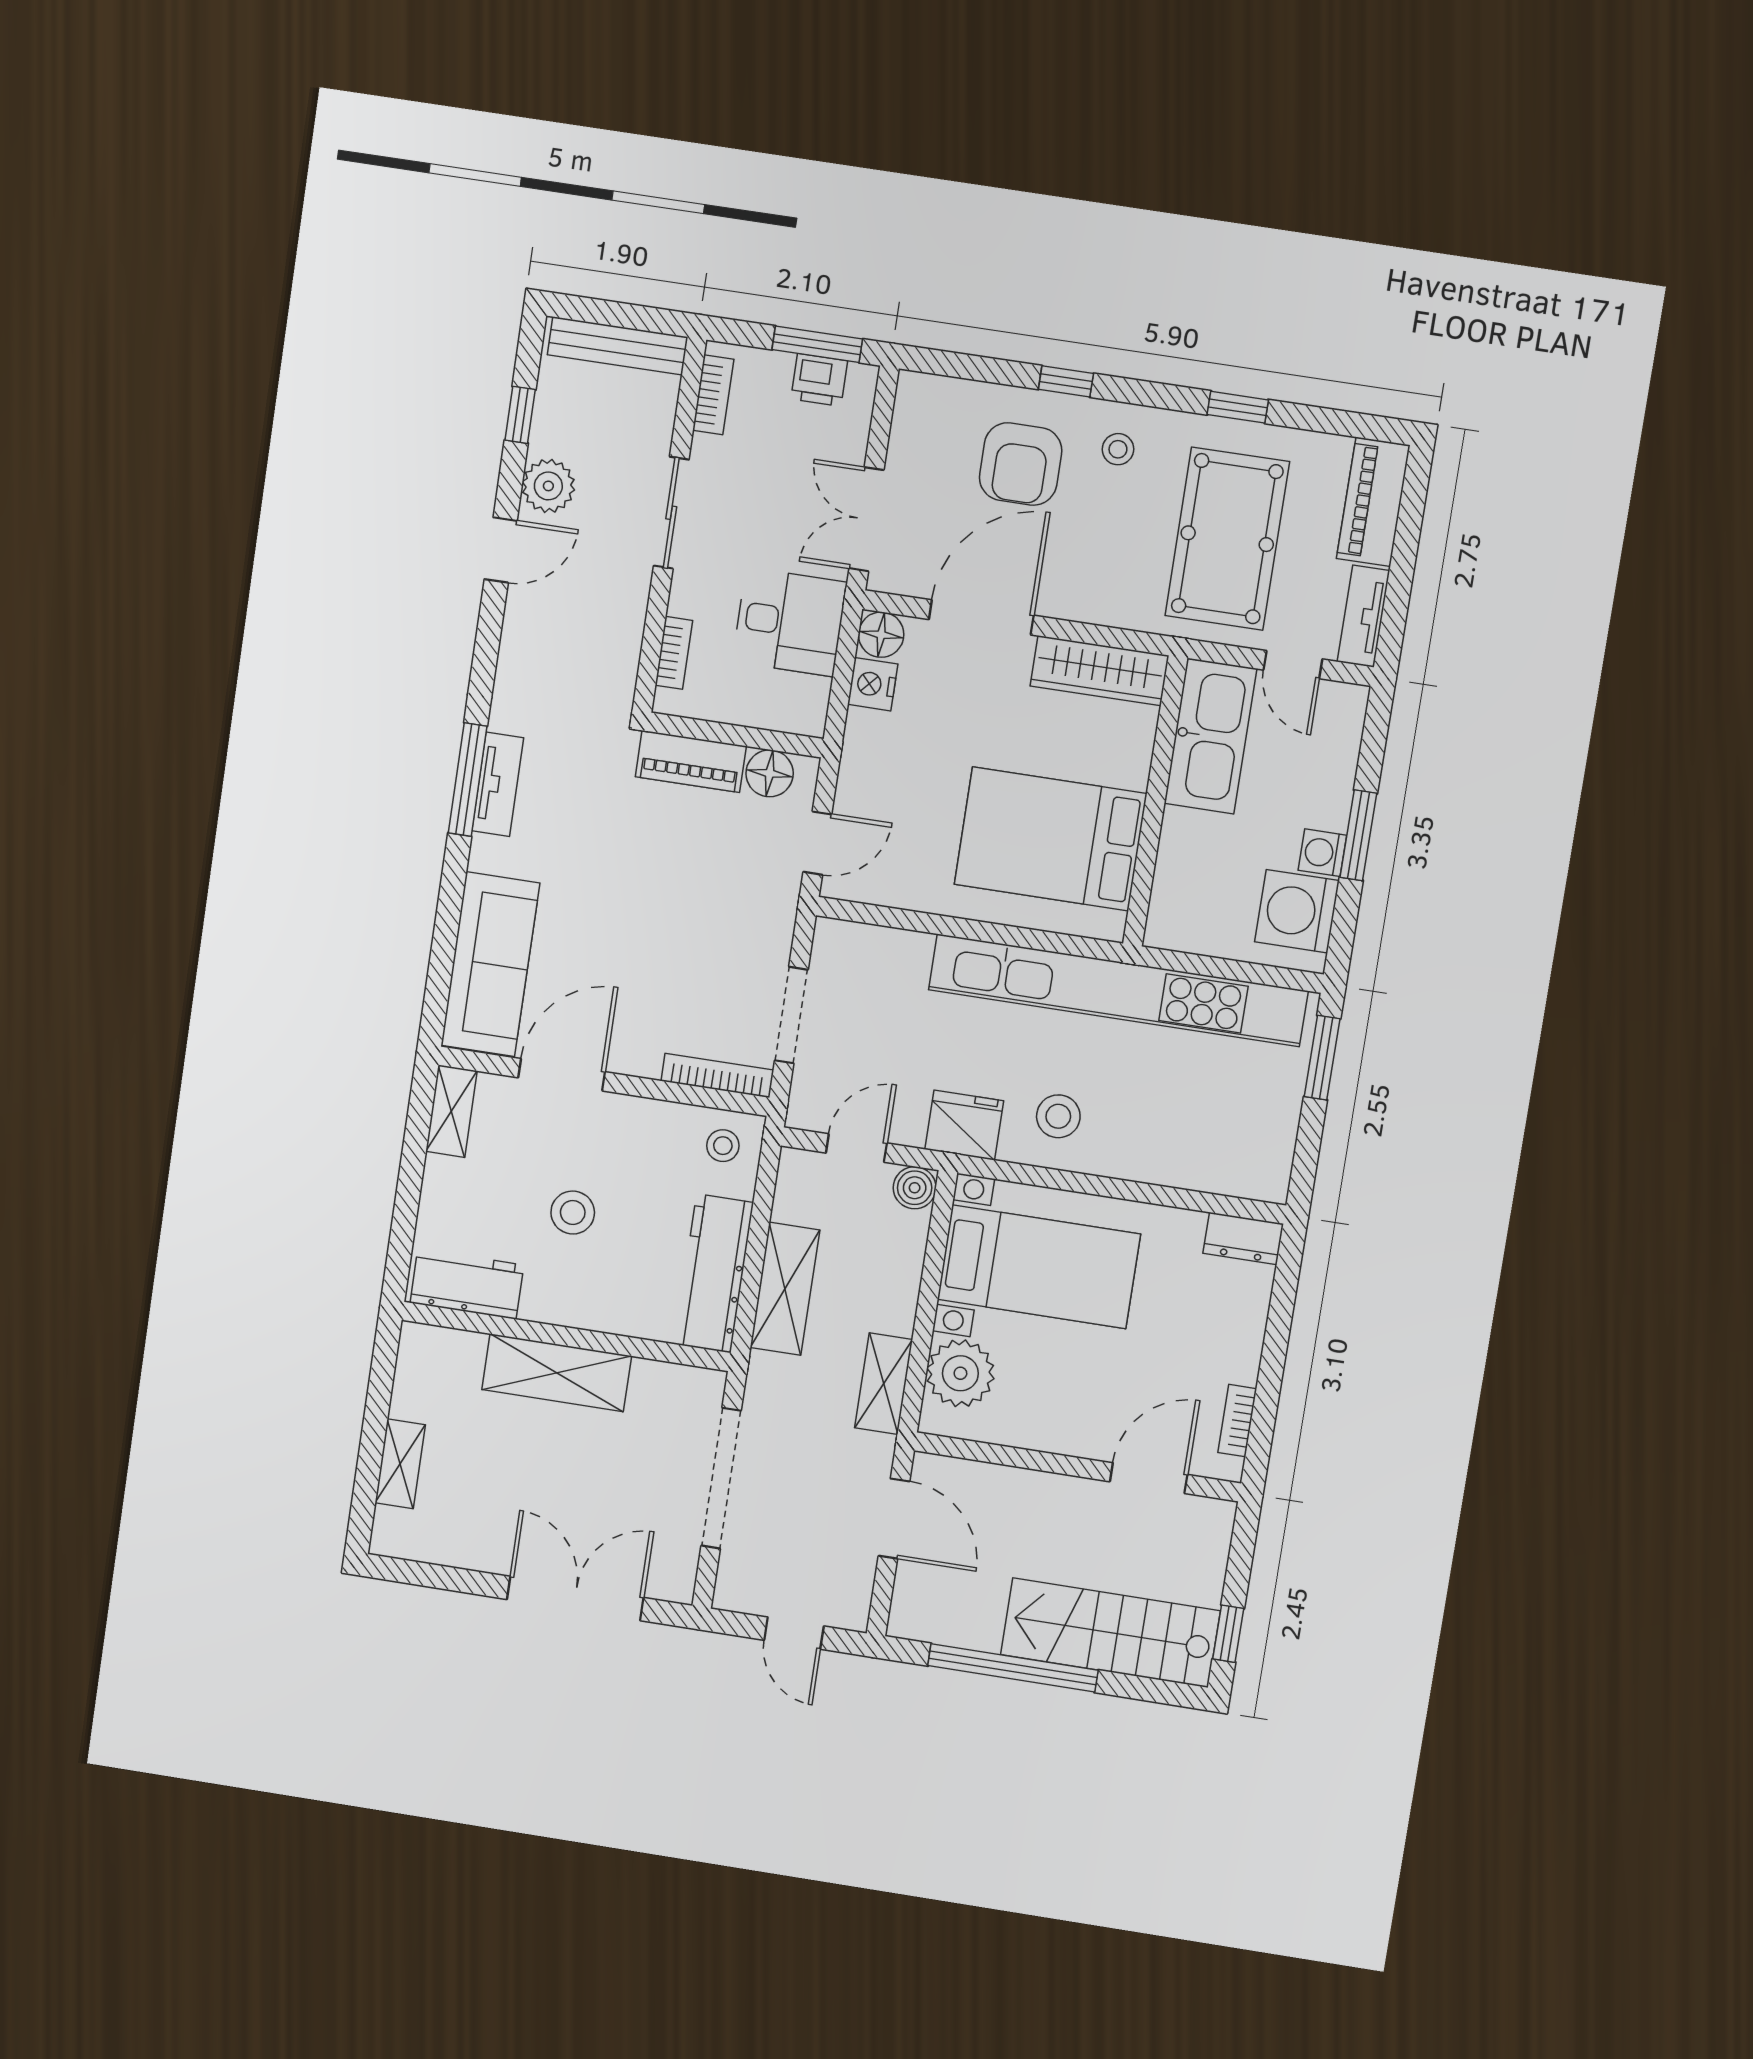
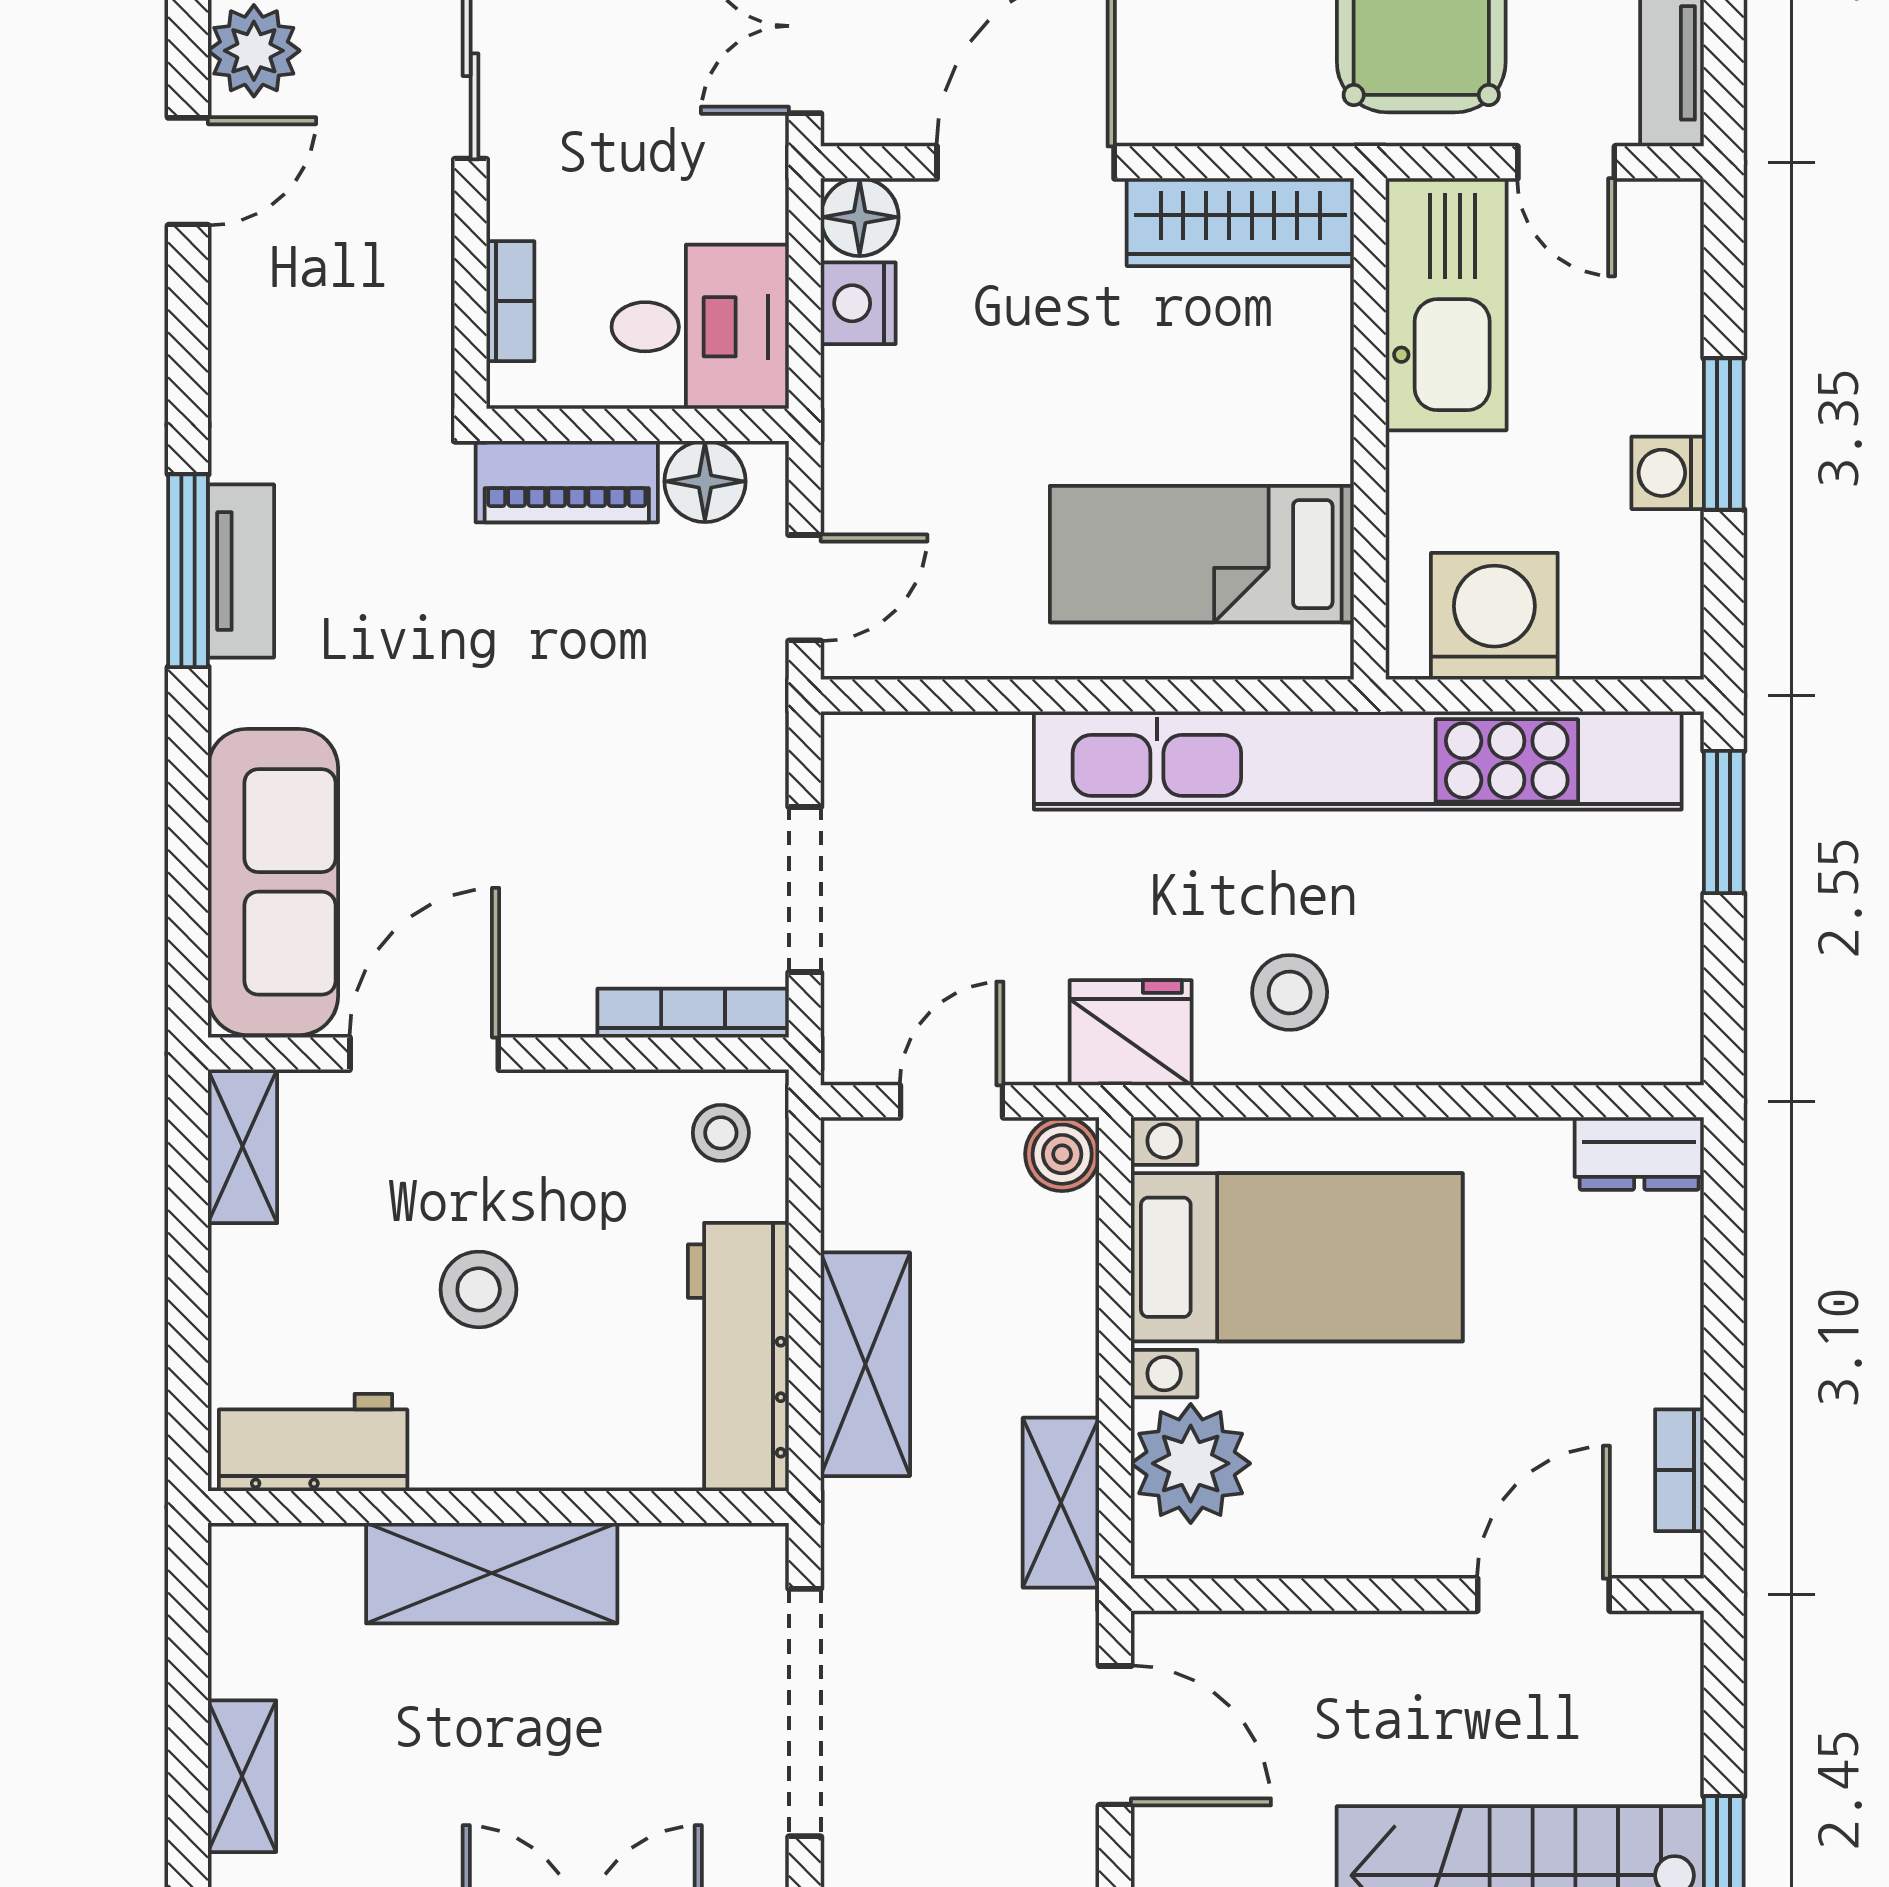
desk: (790, 622) -> (700, 327), moved
bed: (1051, 839) -> (1202, 554), width x0.67
washing machine: (1297, 911) -> (1494, 616), moved, turned 90

